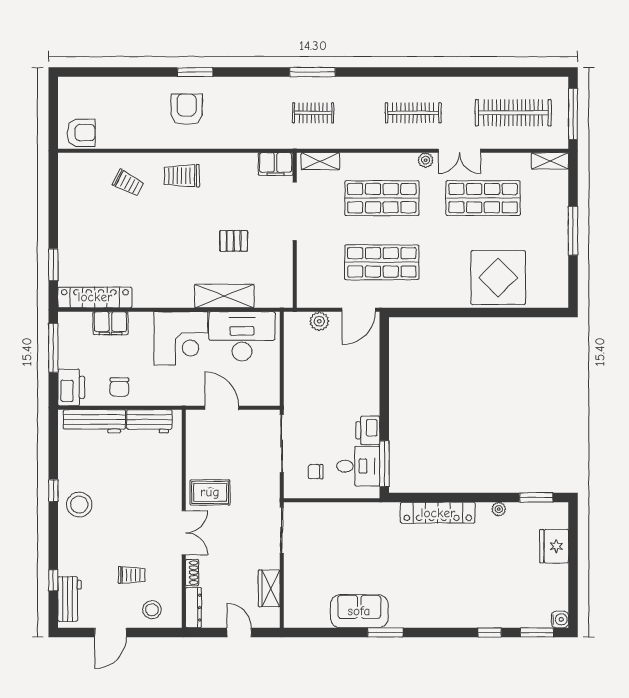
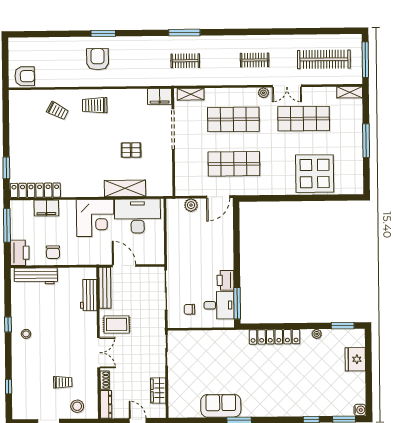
clothes rail: (413, 113) -> (255, 60), width x0.73
workbench: (149, 421) -> (89, 295), moved, turned 90
bench: (194, 439) -> (105, 288), added
stool: (79, 505) -> (26, 334), width x0.53, depth x0.53
workbench: (70, 599) -> (20, 399), removed

